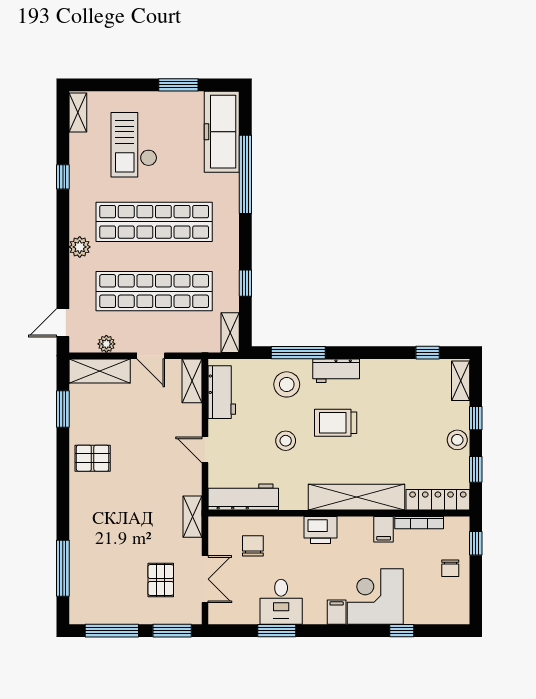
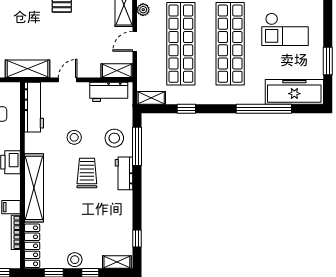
checkout: (134, 145) -> (285, 29), turned 180
shelving: (192, 517) -> (28, 69), width x1.50, depth x1.33

